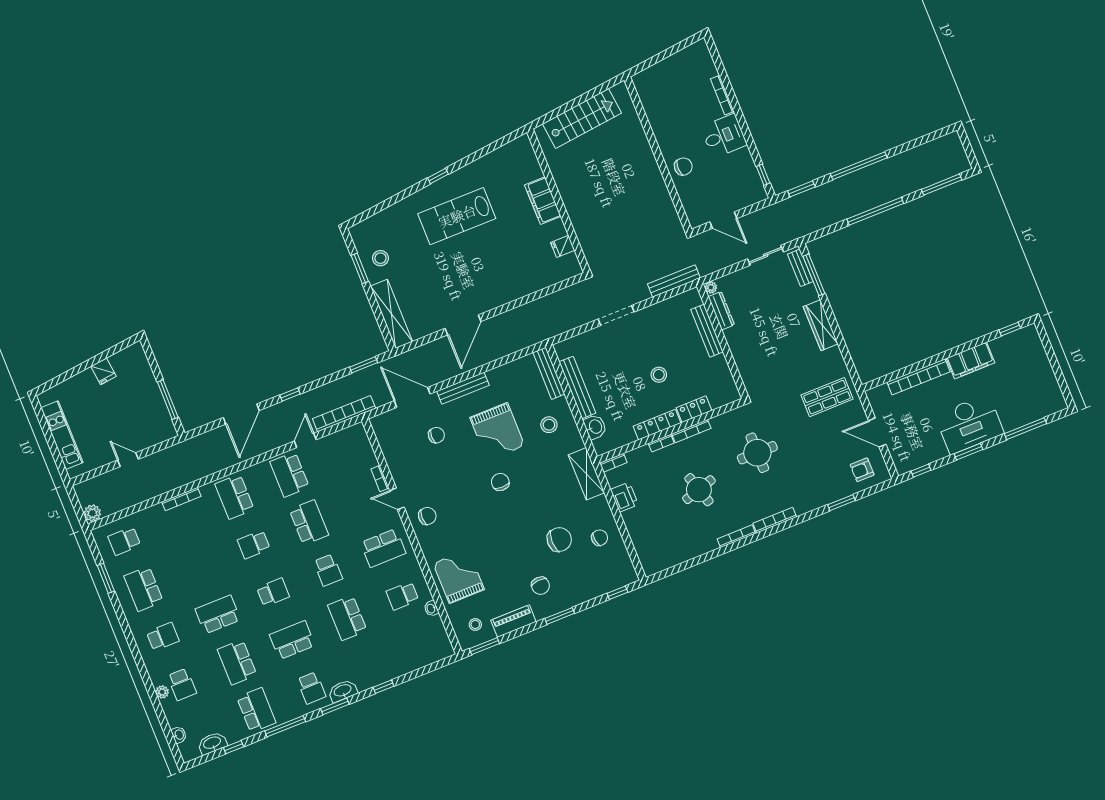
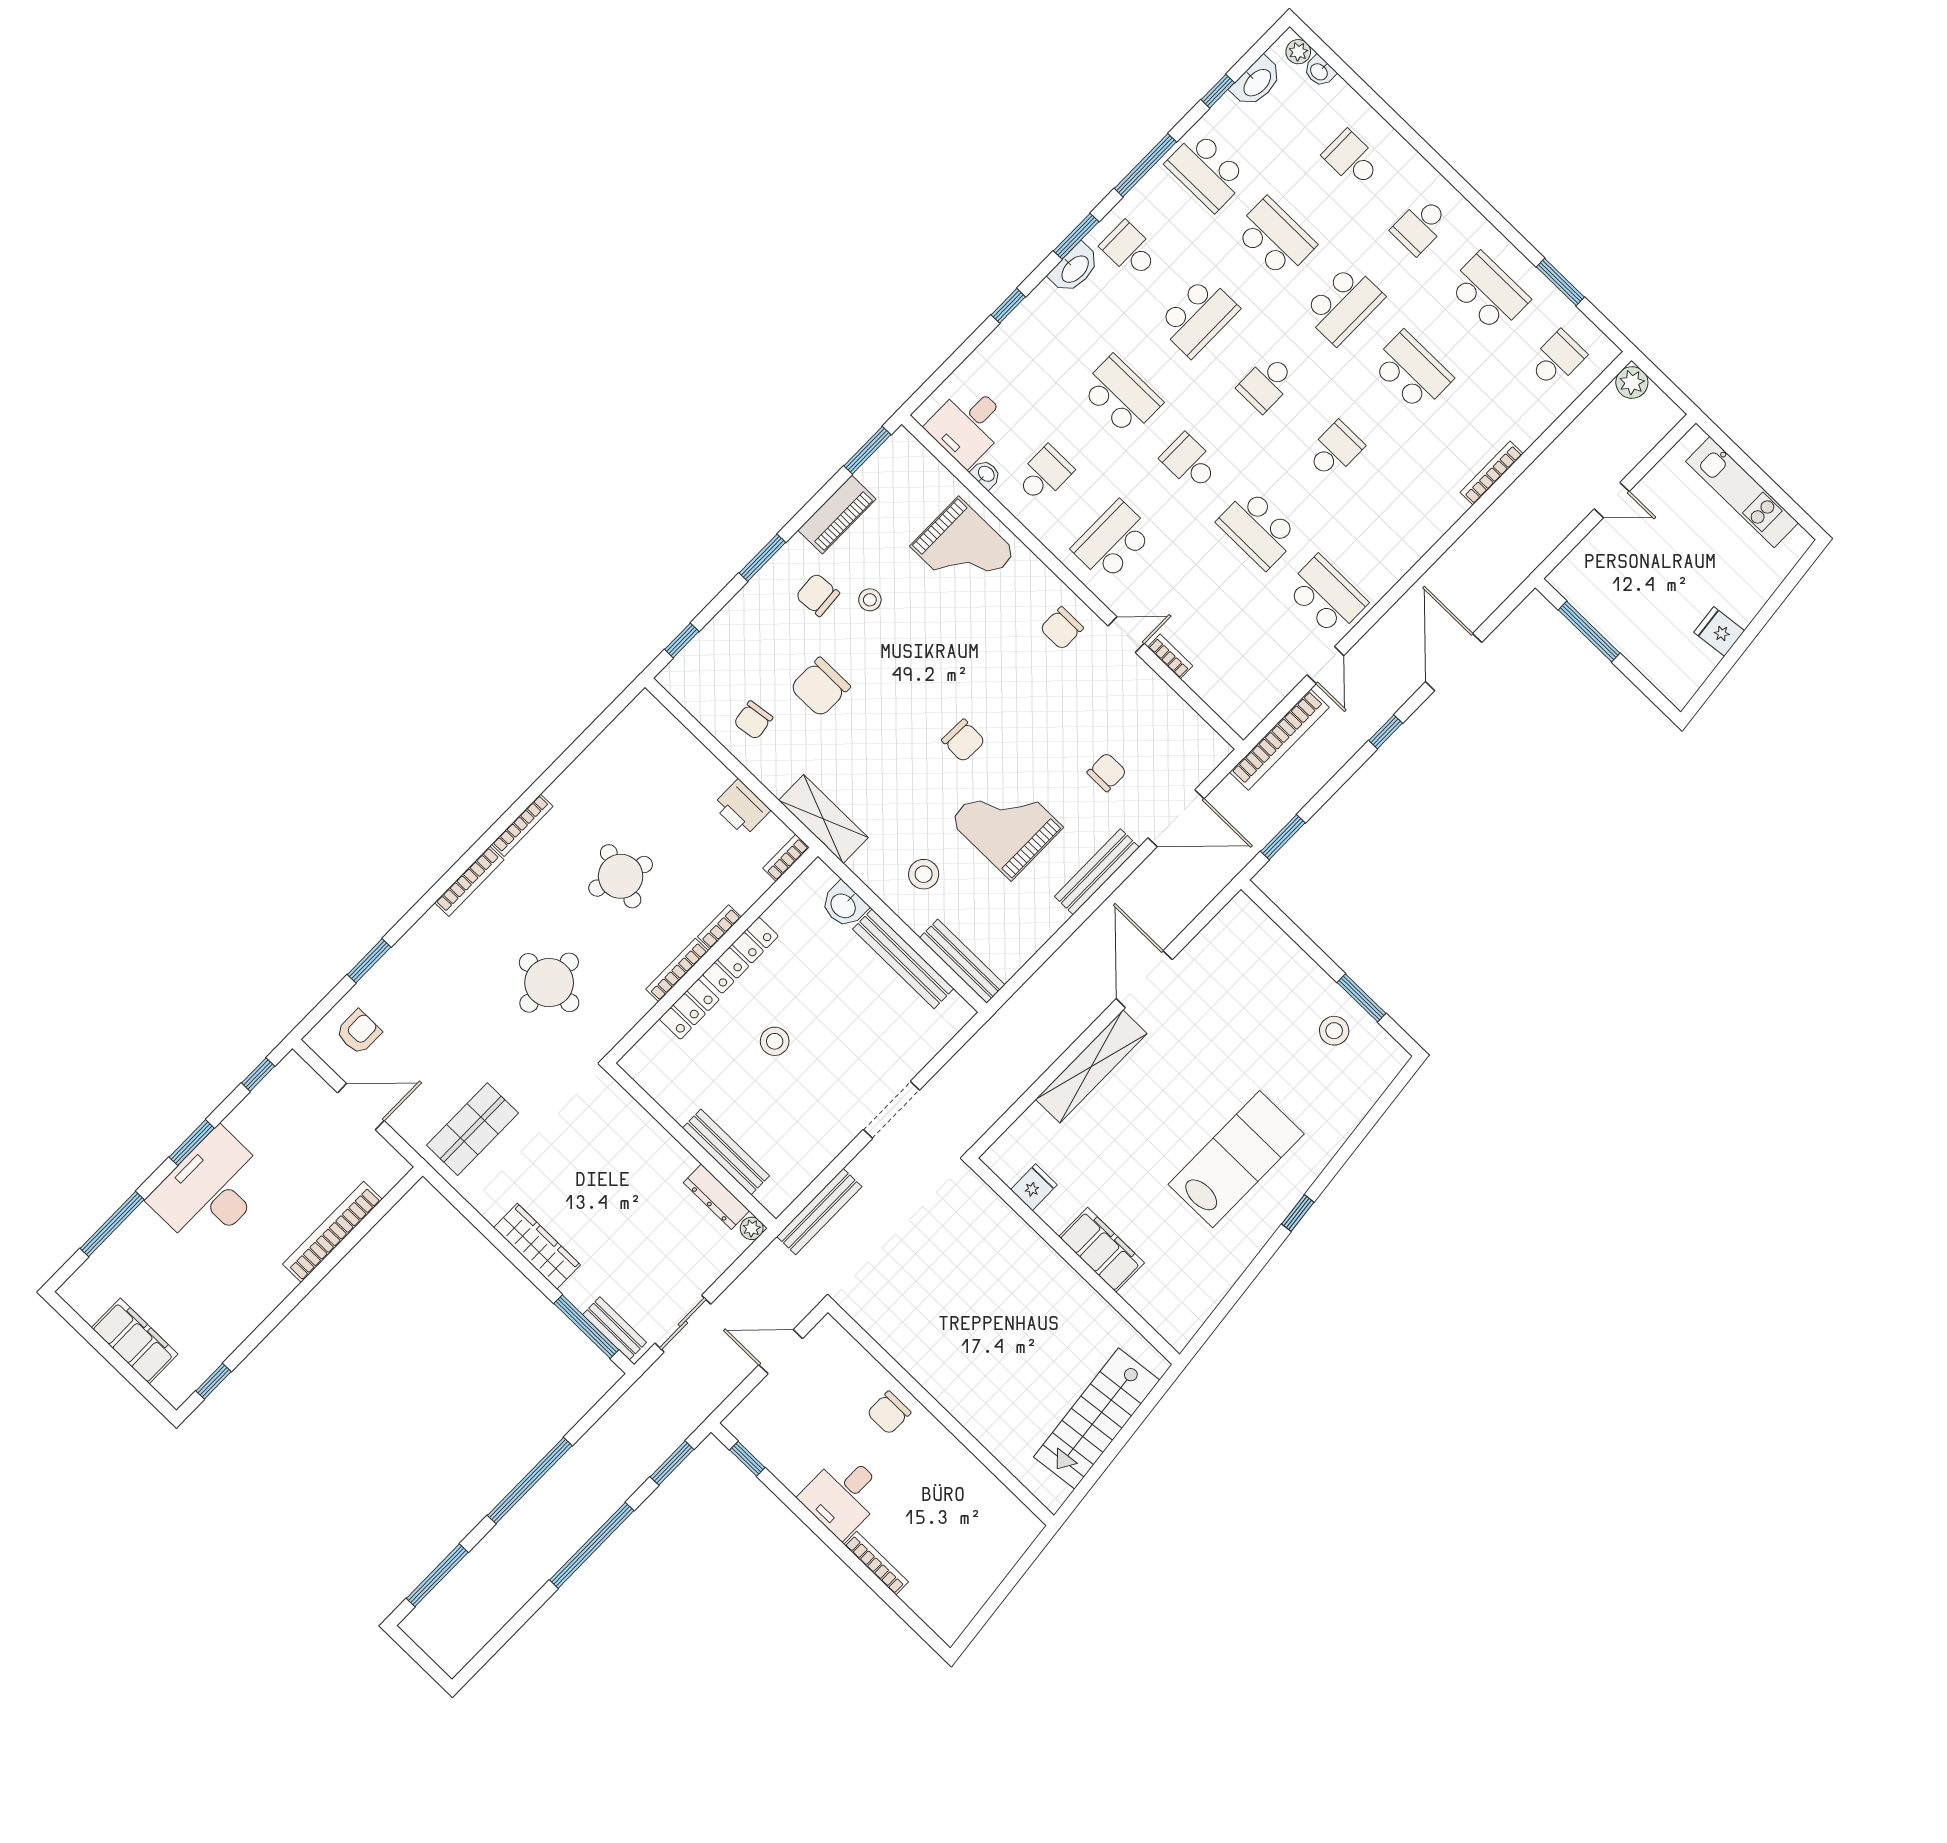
shelving: (391, 314) -> (1091, 1066), moved, turned 90
filing cabinet: (970, 360) -> (135, 1341), moved, turned 90
chair: (436, 435) -> (1107, 772), turned 180
round table: (699, 490) -> (621, 876), turned 36
school desk: (235, 497) -> (1412, 371), moved
stool: (475, 624) -> (870, 600), moved
desk: (429, 637) -> (968, 425), added
plant: (162, 692) -> (1298, 52), moved

